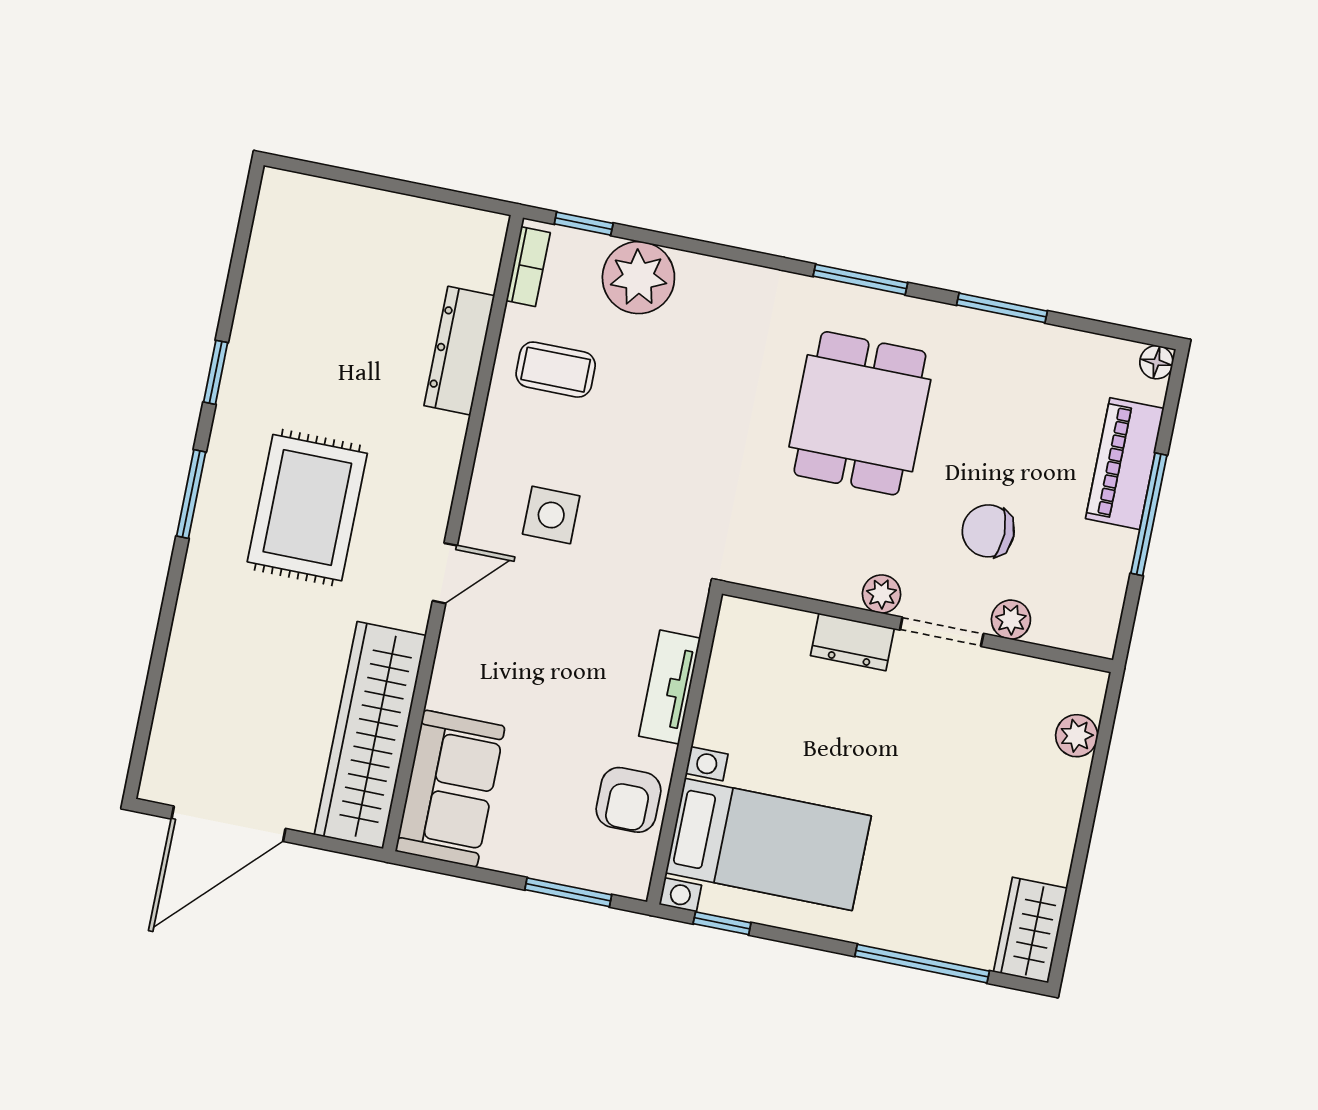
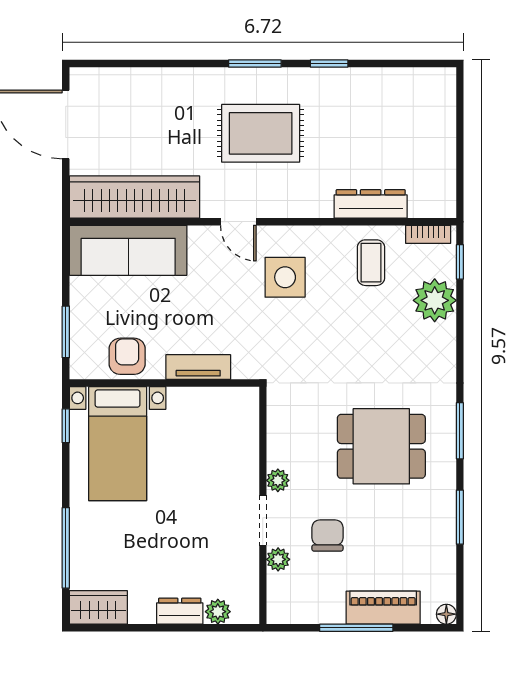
side table: (551, 515) -> (285, 277), width x1.37, depth x1.37
dresser: (852, 642) -> (180, 611), moved, turned 90
sofa: (450, 789) -> (128, 250), width x1.36
armchair: (628, 800) -> (127, 356), turned 90

